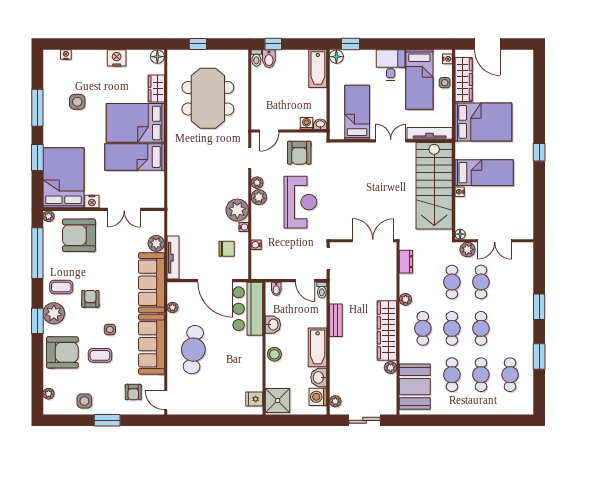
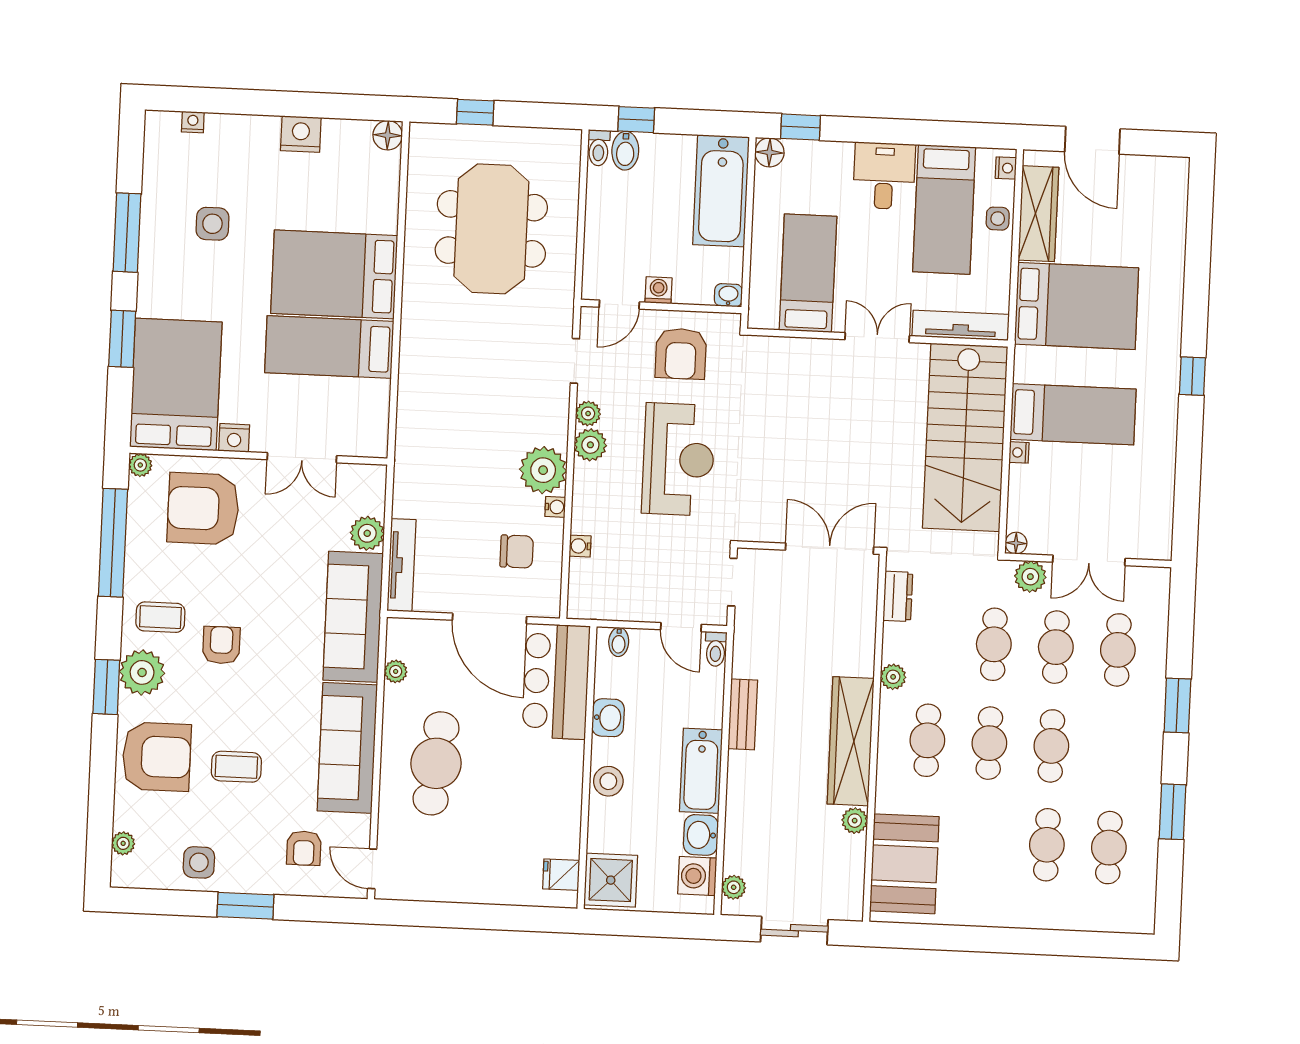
bathtub: (318, 69) -> (721, 191), width x1.36, depth x1.36
wardrobe: (156, 89) -> (382, 203), removed
washing machine: (307, 123) -> (659, 290), moved
side table: (110, 329) -> (260, 712), removed
cafe table: (452, 375) -> (1118, 650), moved

